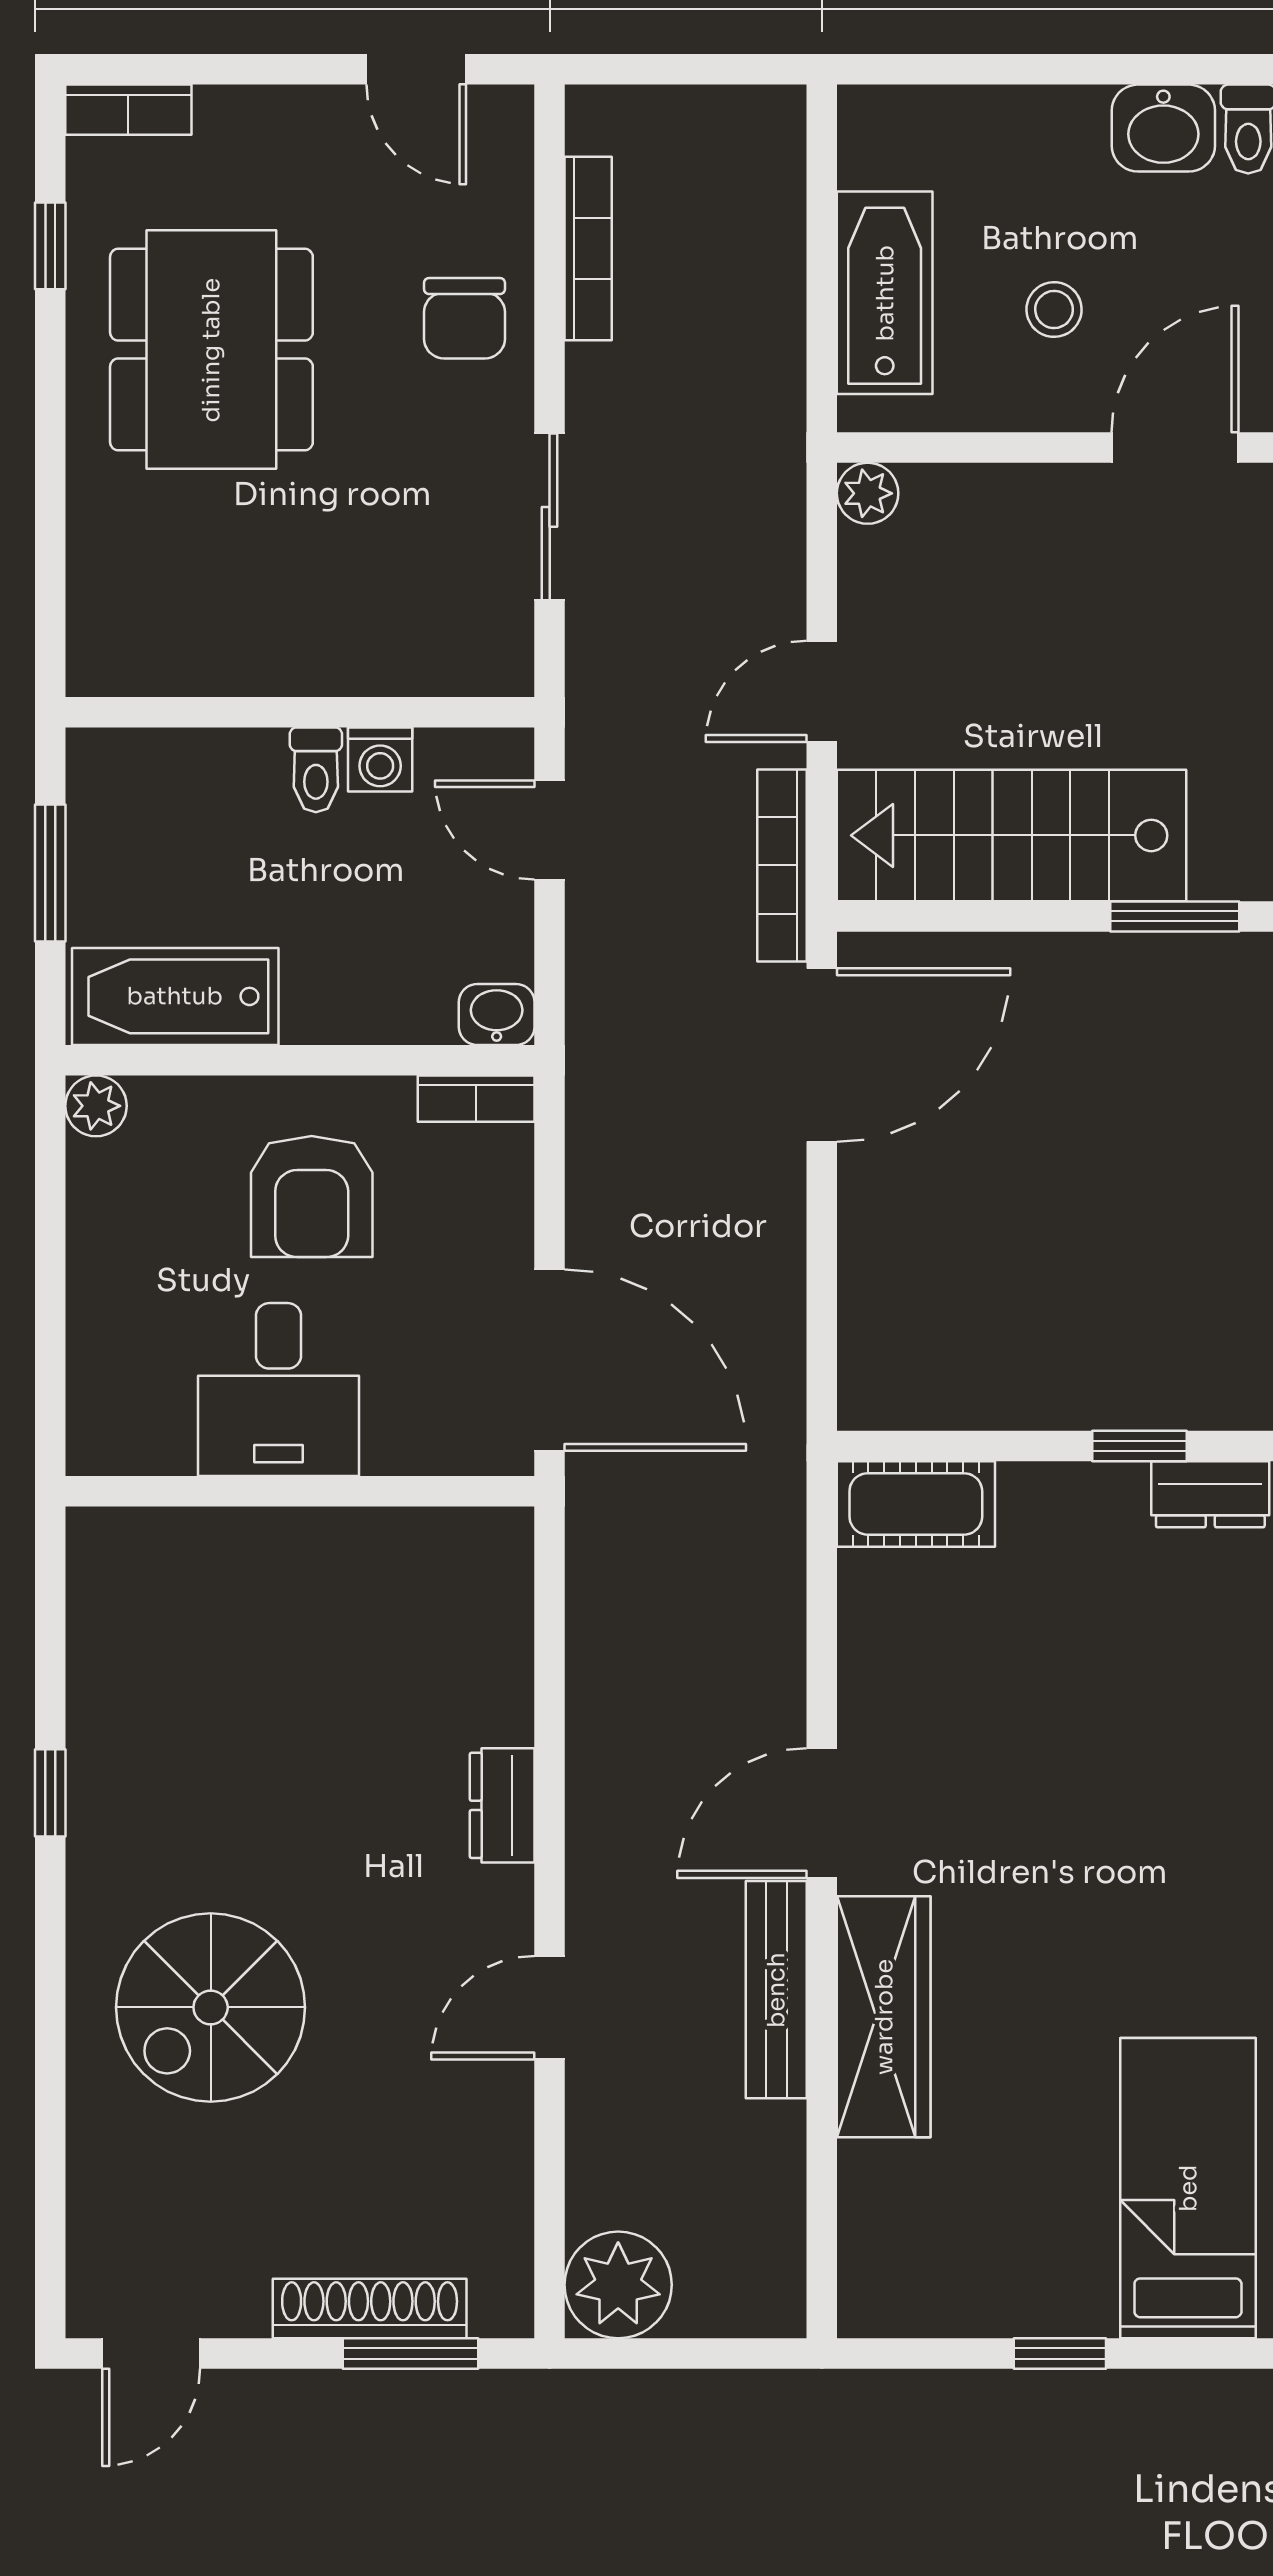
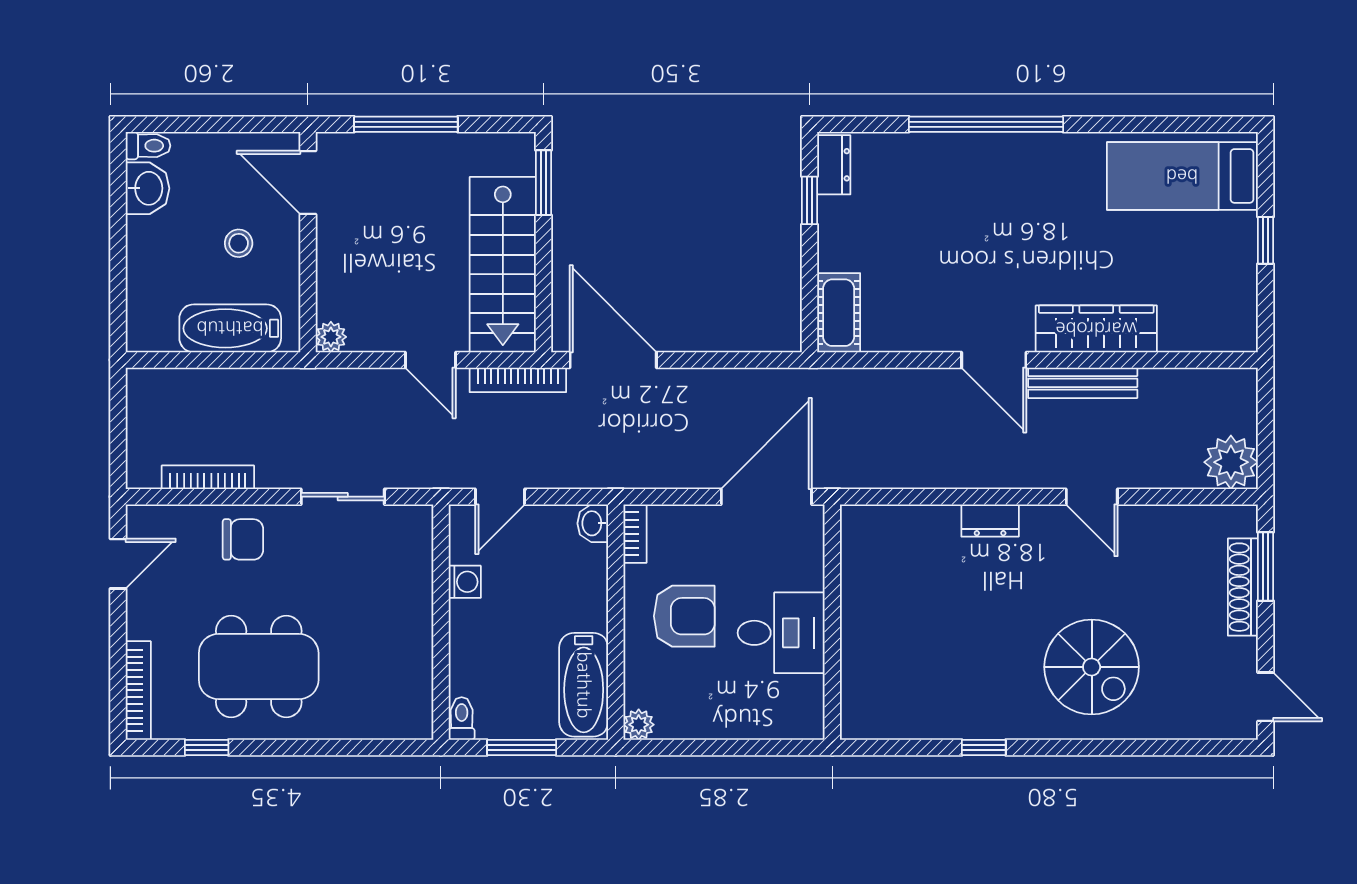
bookcase: (128, 110) -> (138, 690), width x1.56
toilet: (316, 770) -> (462, 719), moved, turned -90

